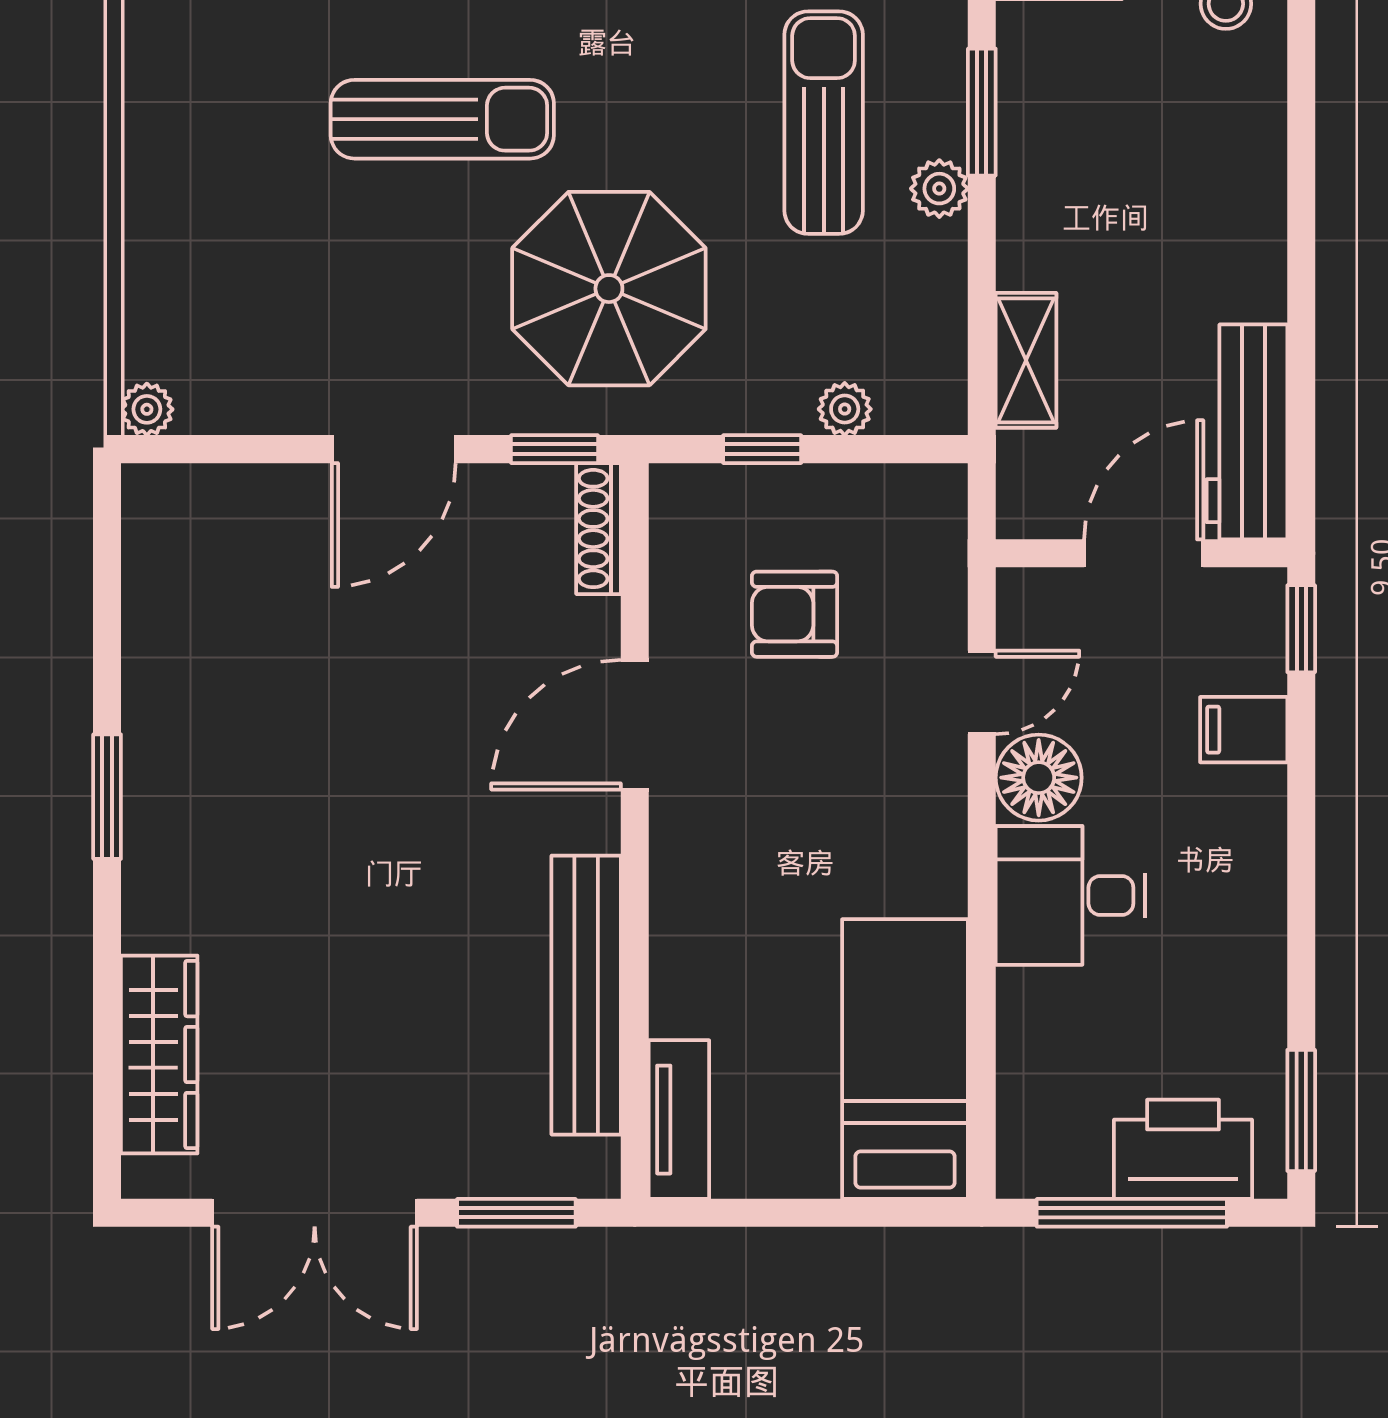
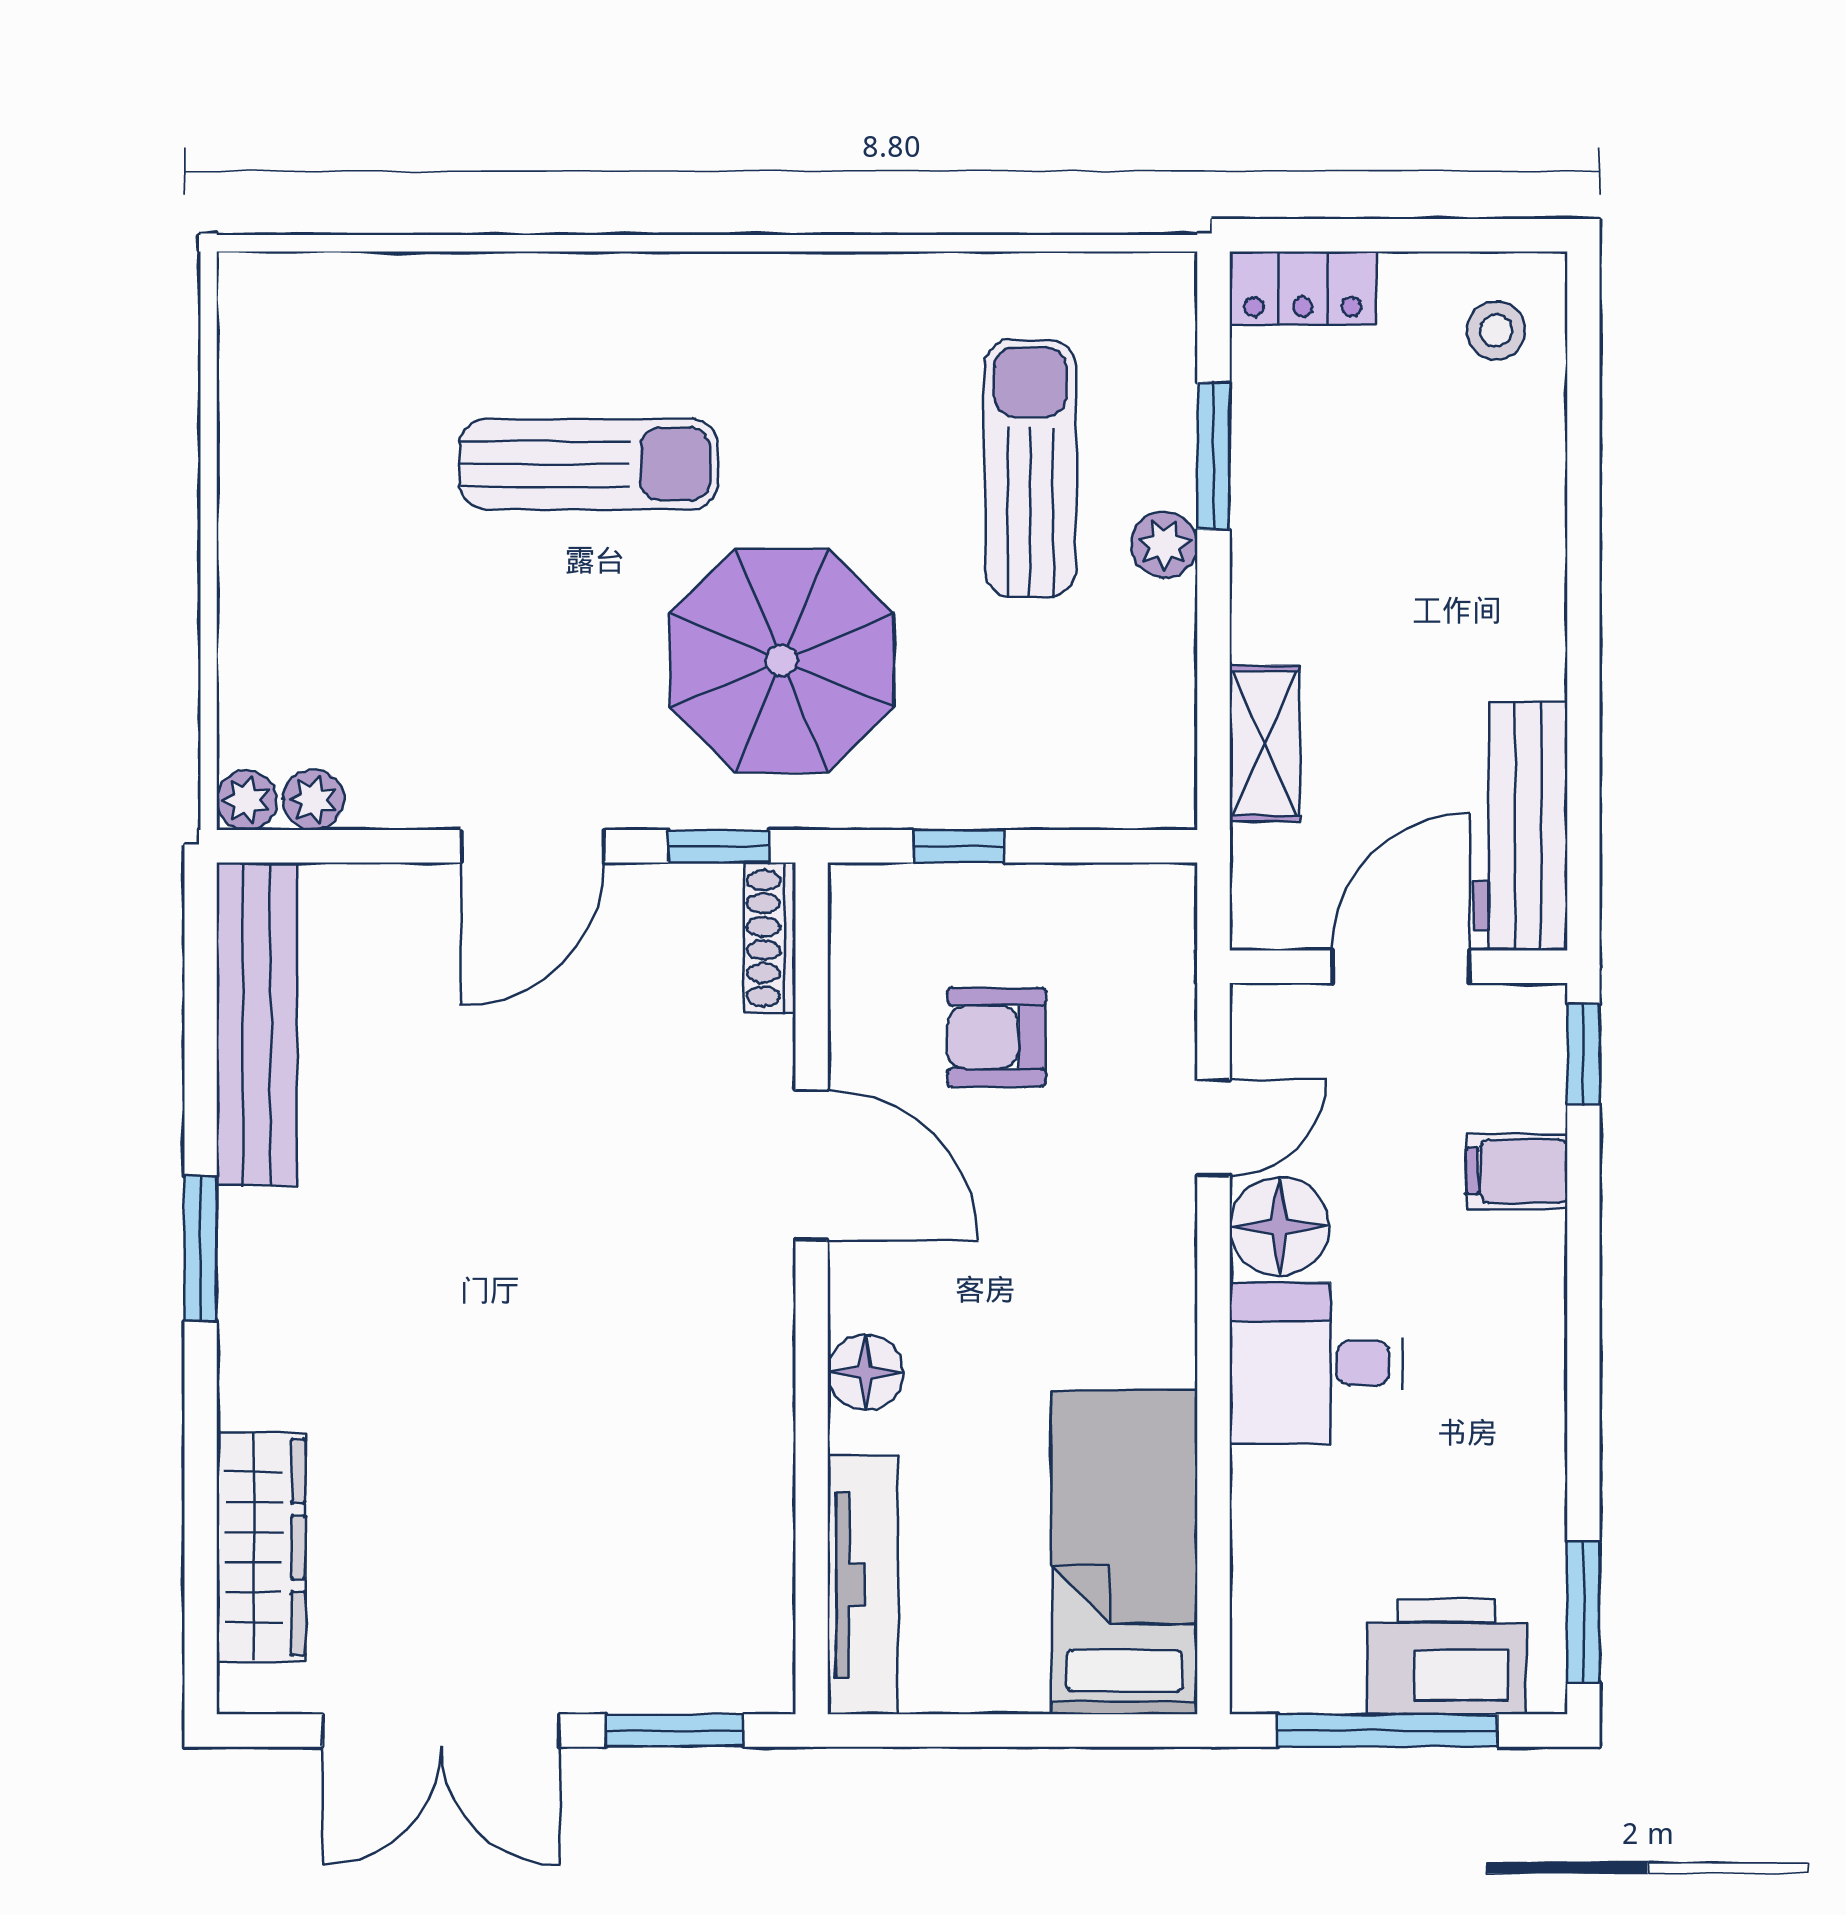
plant: (845, 409) -> (314, 800), moved
door: (635, 725) -> (812, 1165), swing flipped
floor lamp: (681, 904) -> (866, 1373), added
bench: (586, 995) -> (257, 1024), moved
tv unit: (679, 1120) -> (863, 1585), width x1.41

